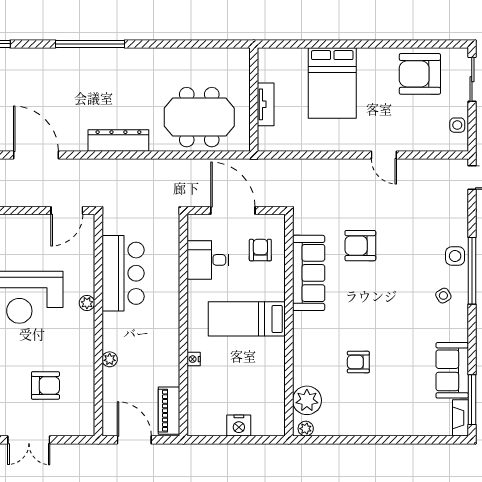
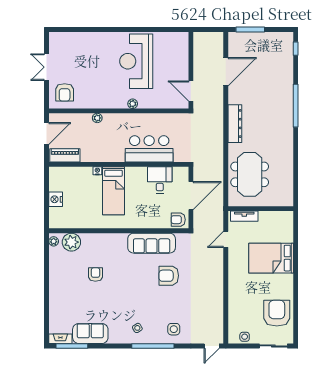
tv unit: (266, 104) -> (244, 216), moved
door: (384, 155) -> (226, 239), moved
armchair: (360, 246) -> (169, 276), turned -90
armchair: (260, 250) -> (178, 220), moved, turned 180
side table: (455, 256) -> (174, 329), moved
bar counter: (123, 273) -> (149, 149), moved, turned 180
bed: (247, 319) -> (113, 191), moved, turned 180
armchair: (45, 385) -> (65, 92), moved

